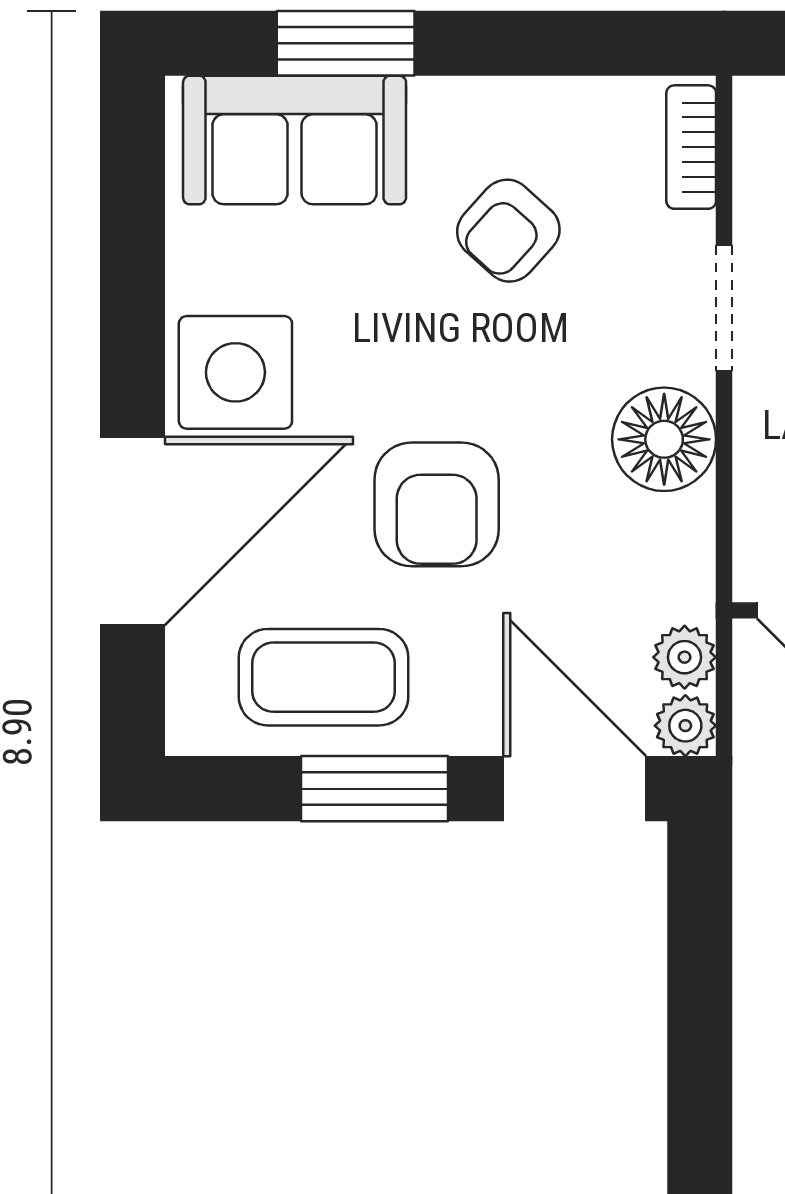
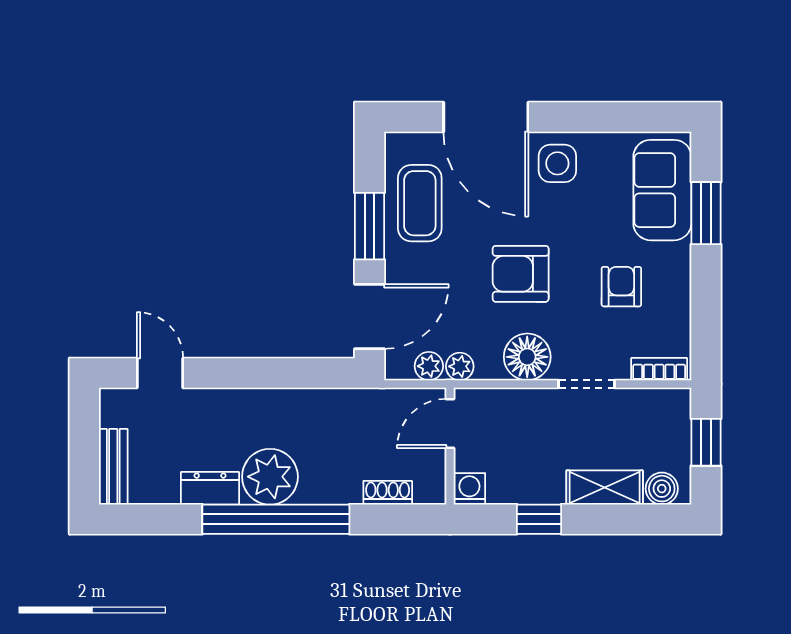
armchair: (508, 231) -> (621, 287), turned 48
side table: (235, 372) -> (557, 163), width x0.73, depth x0.73
armchair: (437, 504) -> (521, 274), moved
plant: (685, 726) -> (460, 366), moved

